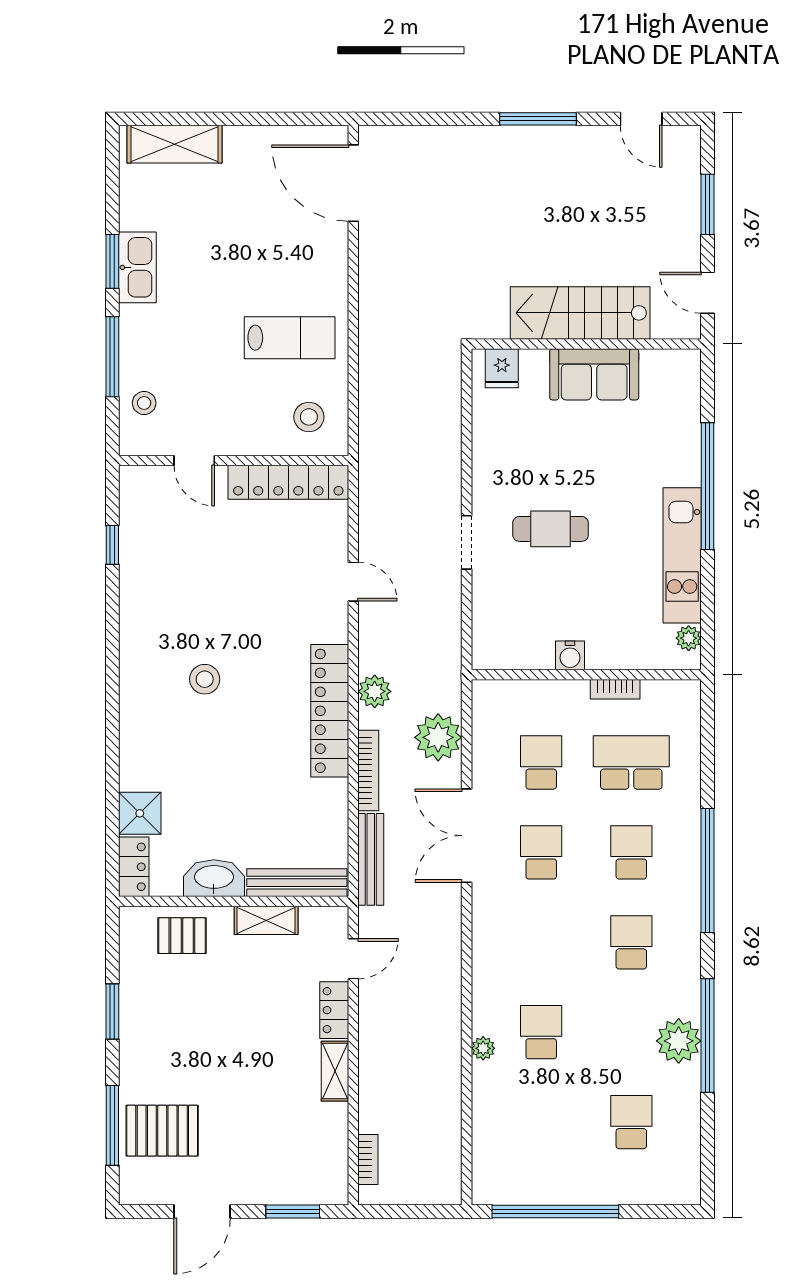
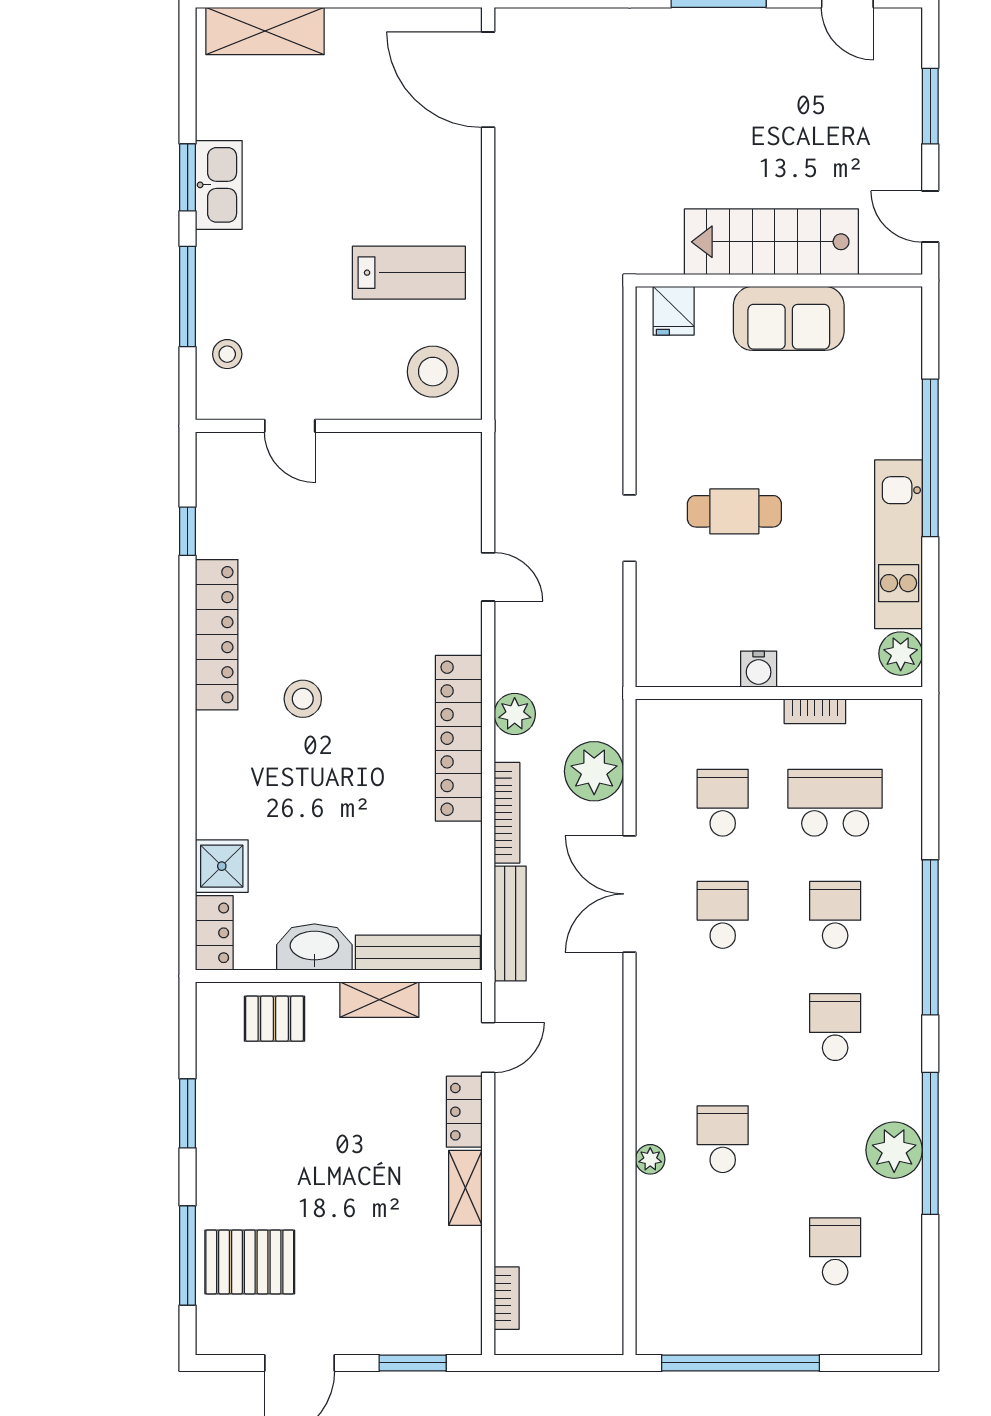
stool: (309, 417) -> (433, 372), width x1.38, depth x1.38
locker: (288, 482) -> (217, 635), moved, turned -90
plant: (689, 638) -> (901, 654), width x1.38, depth x1.38

